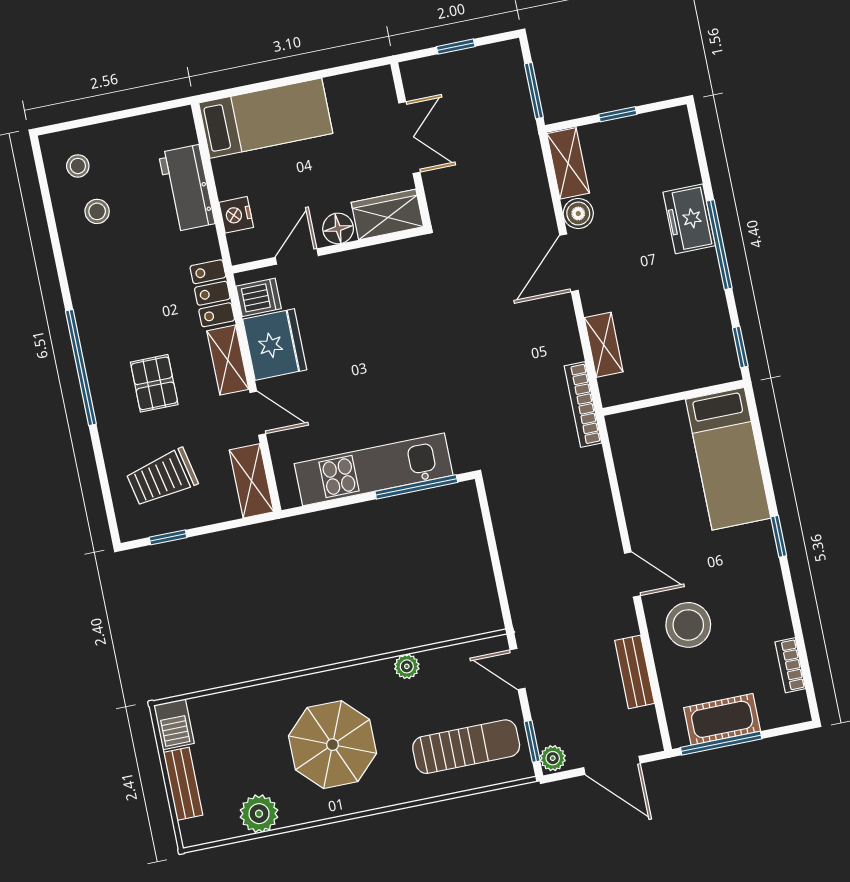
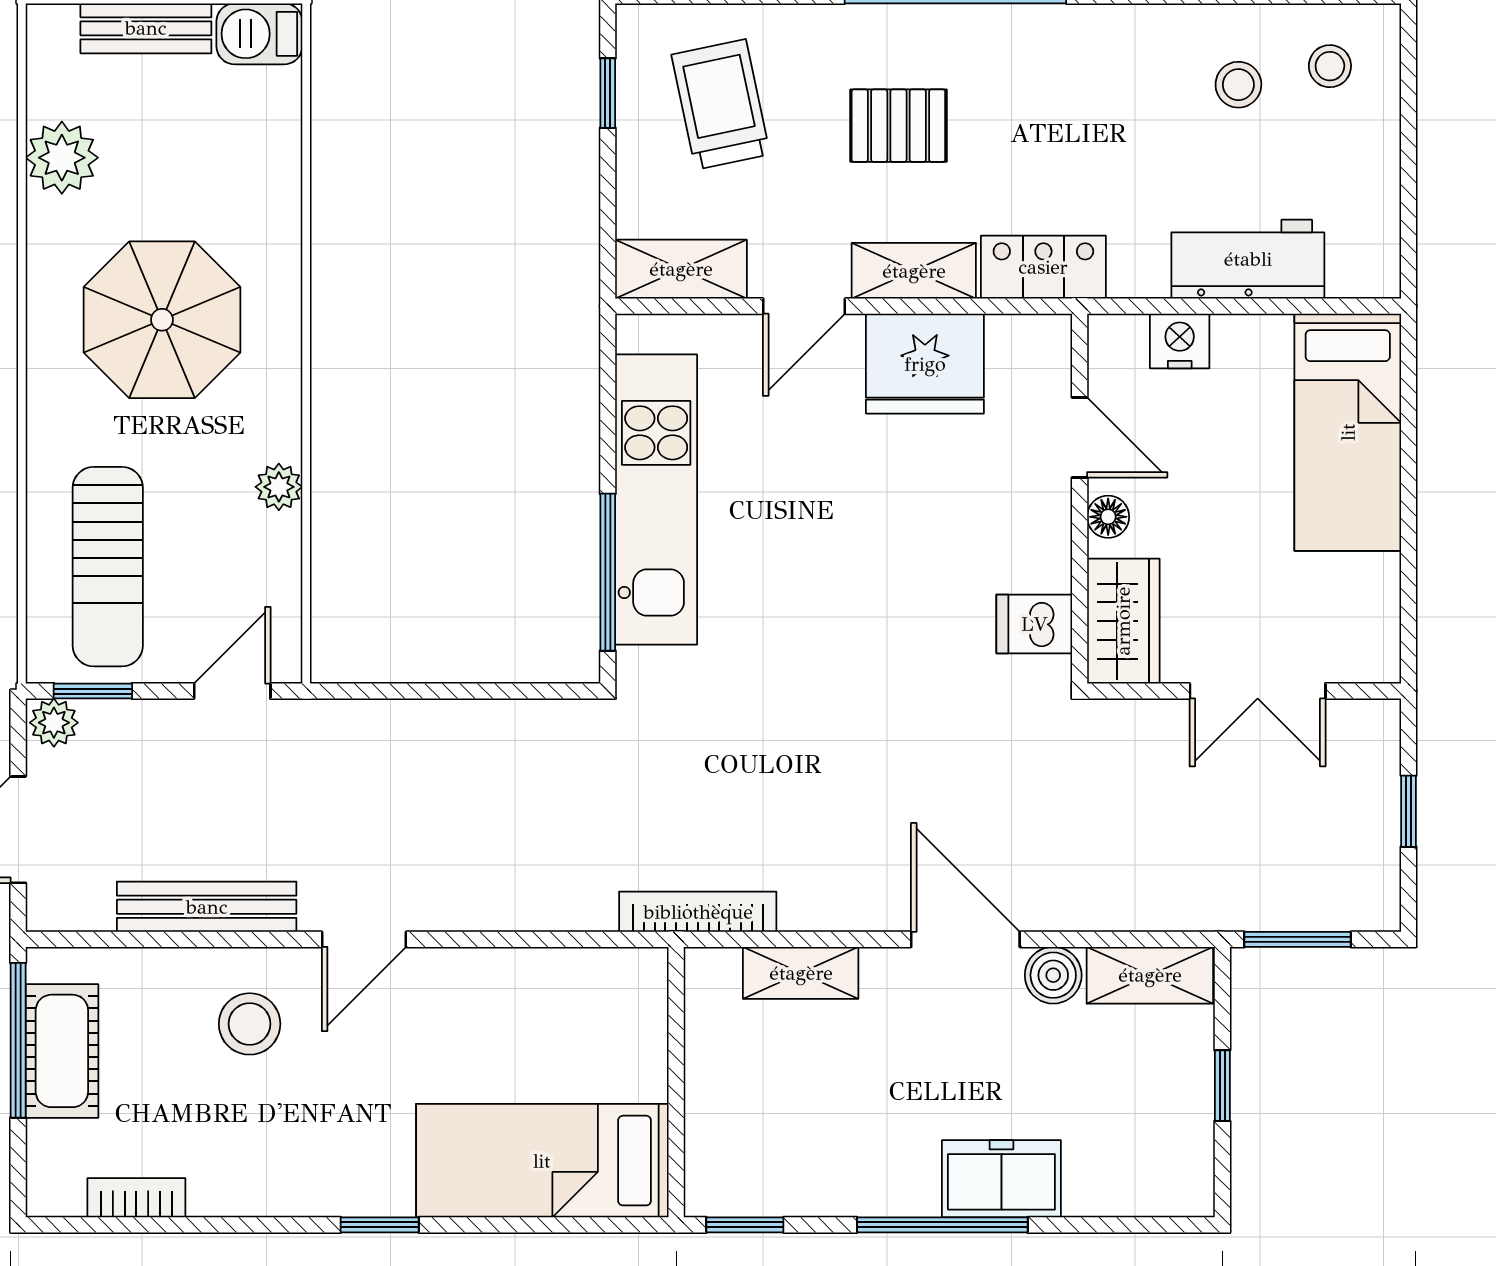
floor lamp: (338, 228) -> (1108, 517), width x0.73, depth x0.73
dishwasher: (259, 297) -> (1034, 624), moved, turned 90
stool: (688, 625) -> (250, 1024), width x0.73, depth x0.73
bench: (635, 672) -> (207, 907), width x1.36

